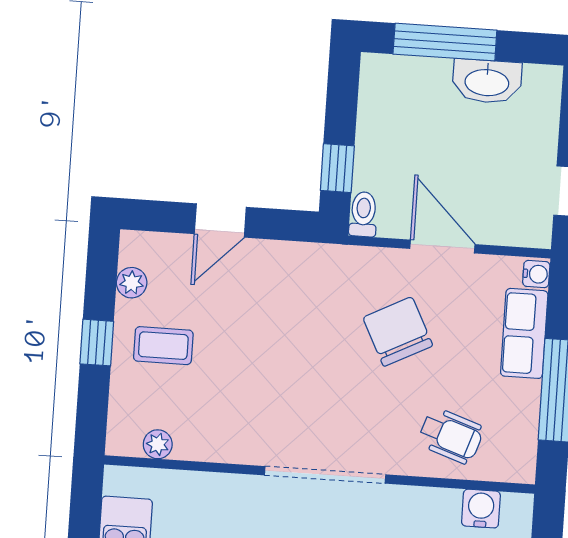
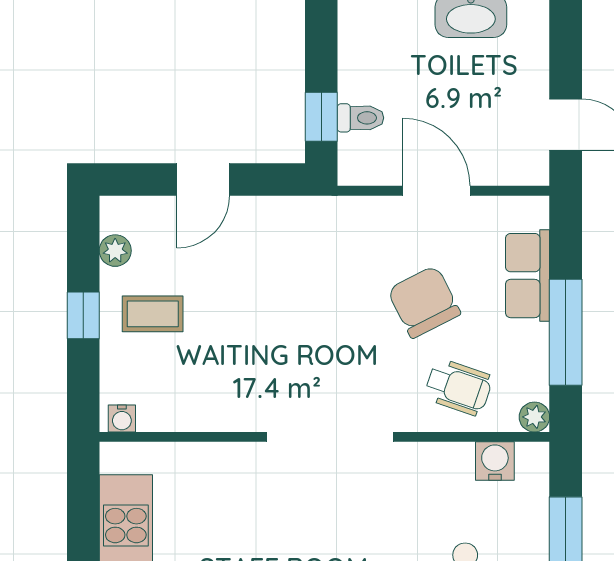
toilet: (363, 214) -> (360, 118), moved, turned 90
water cooler: (536, 274) -> (122, 418), moved, turned 90
chair: (398, 332) -> (424, 302), moved
plant: (158, 444) -> (534, 417), moved

